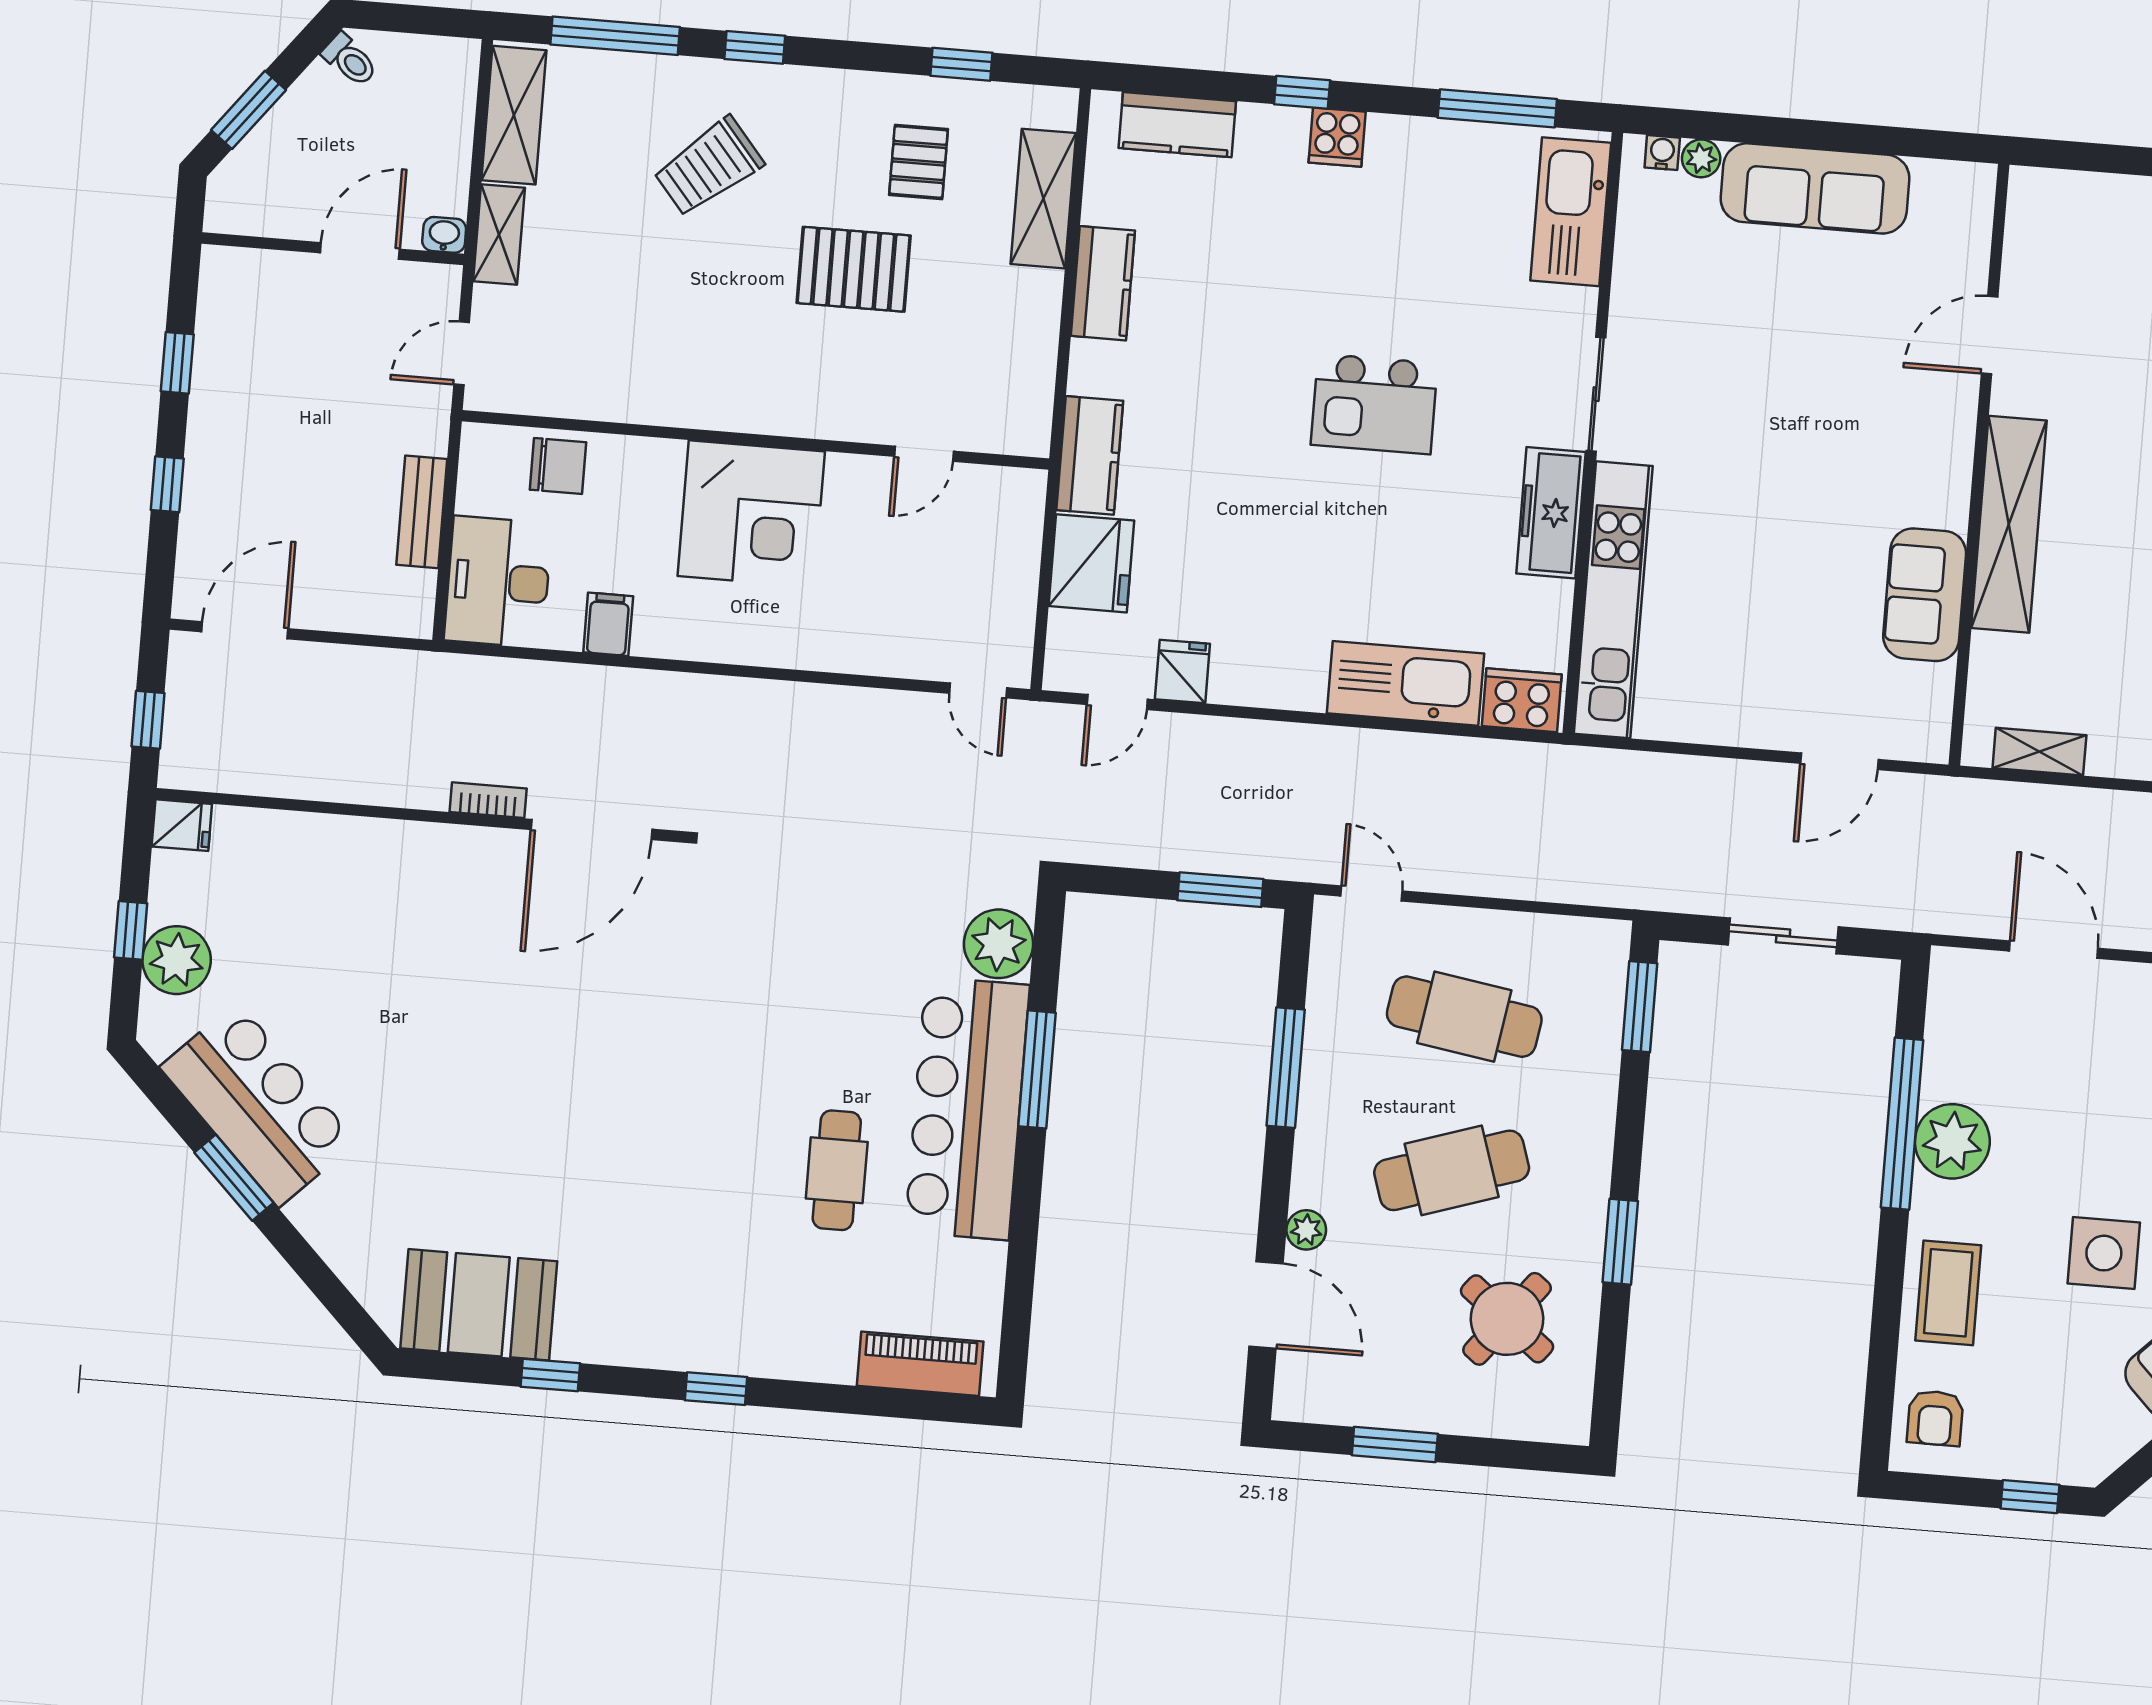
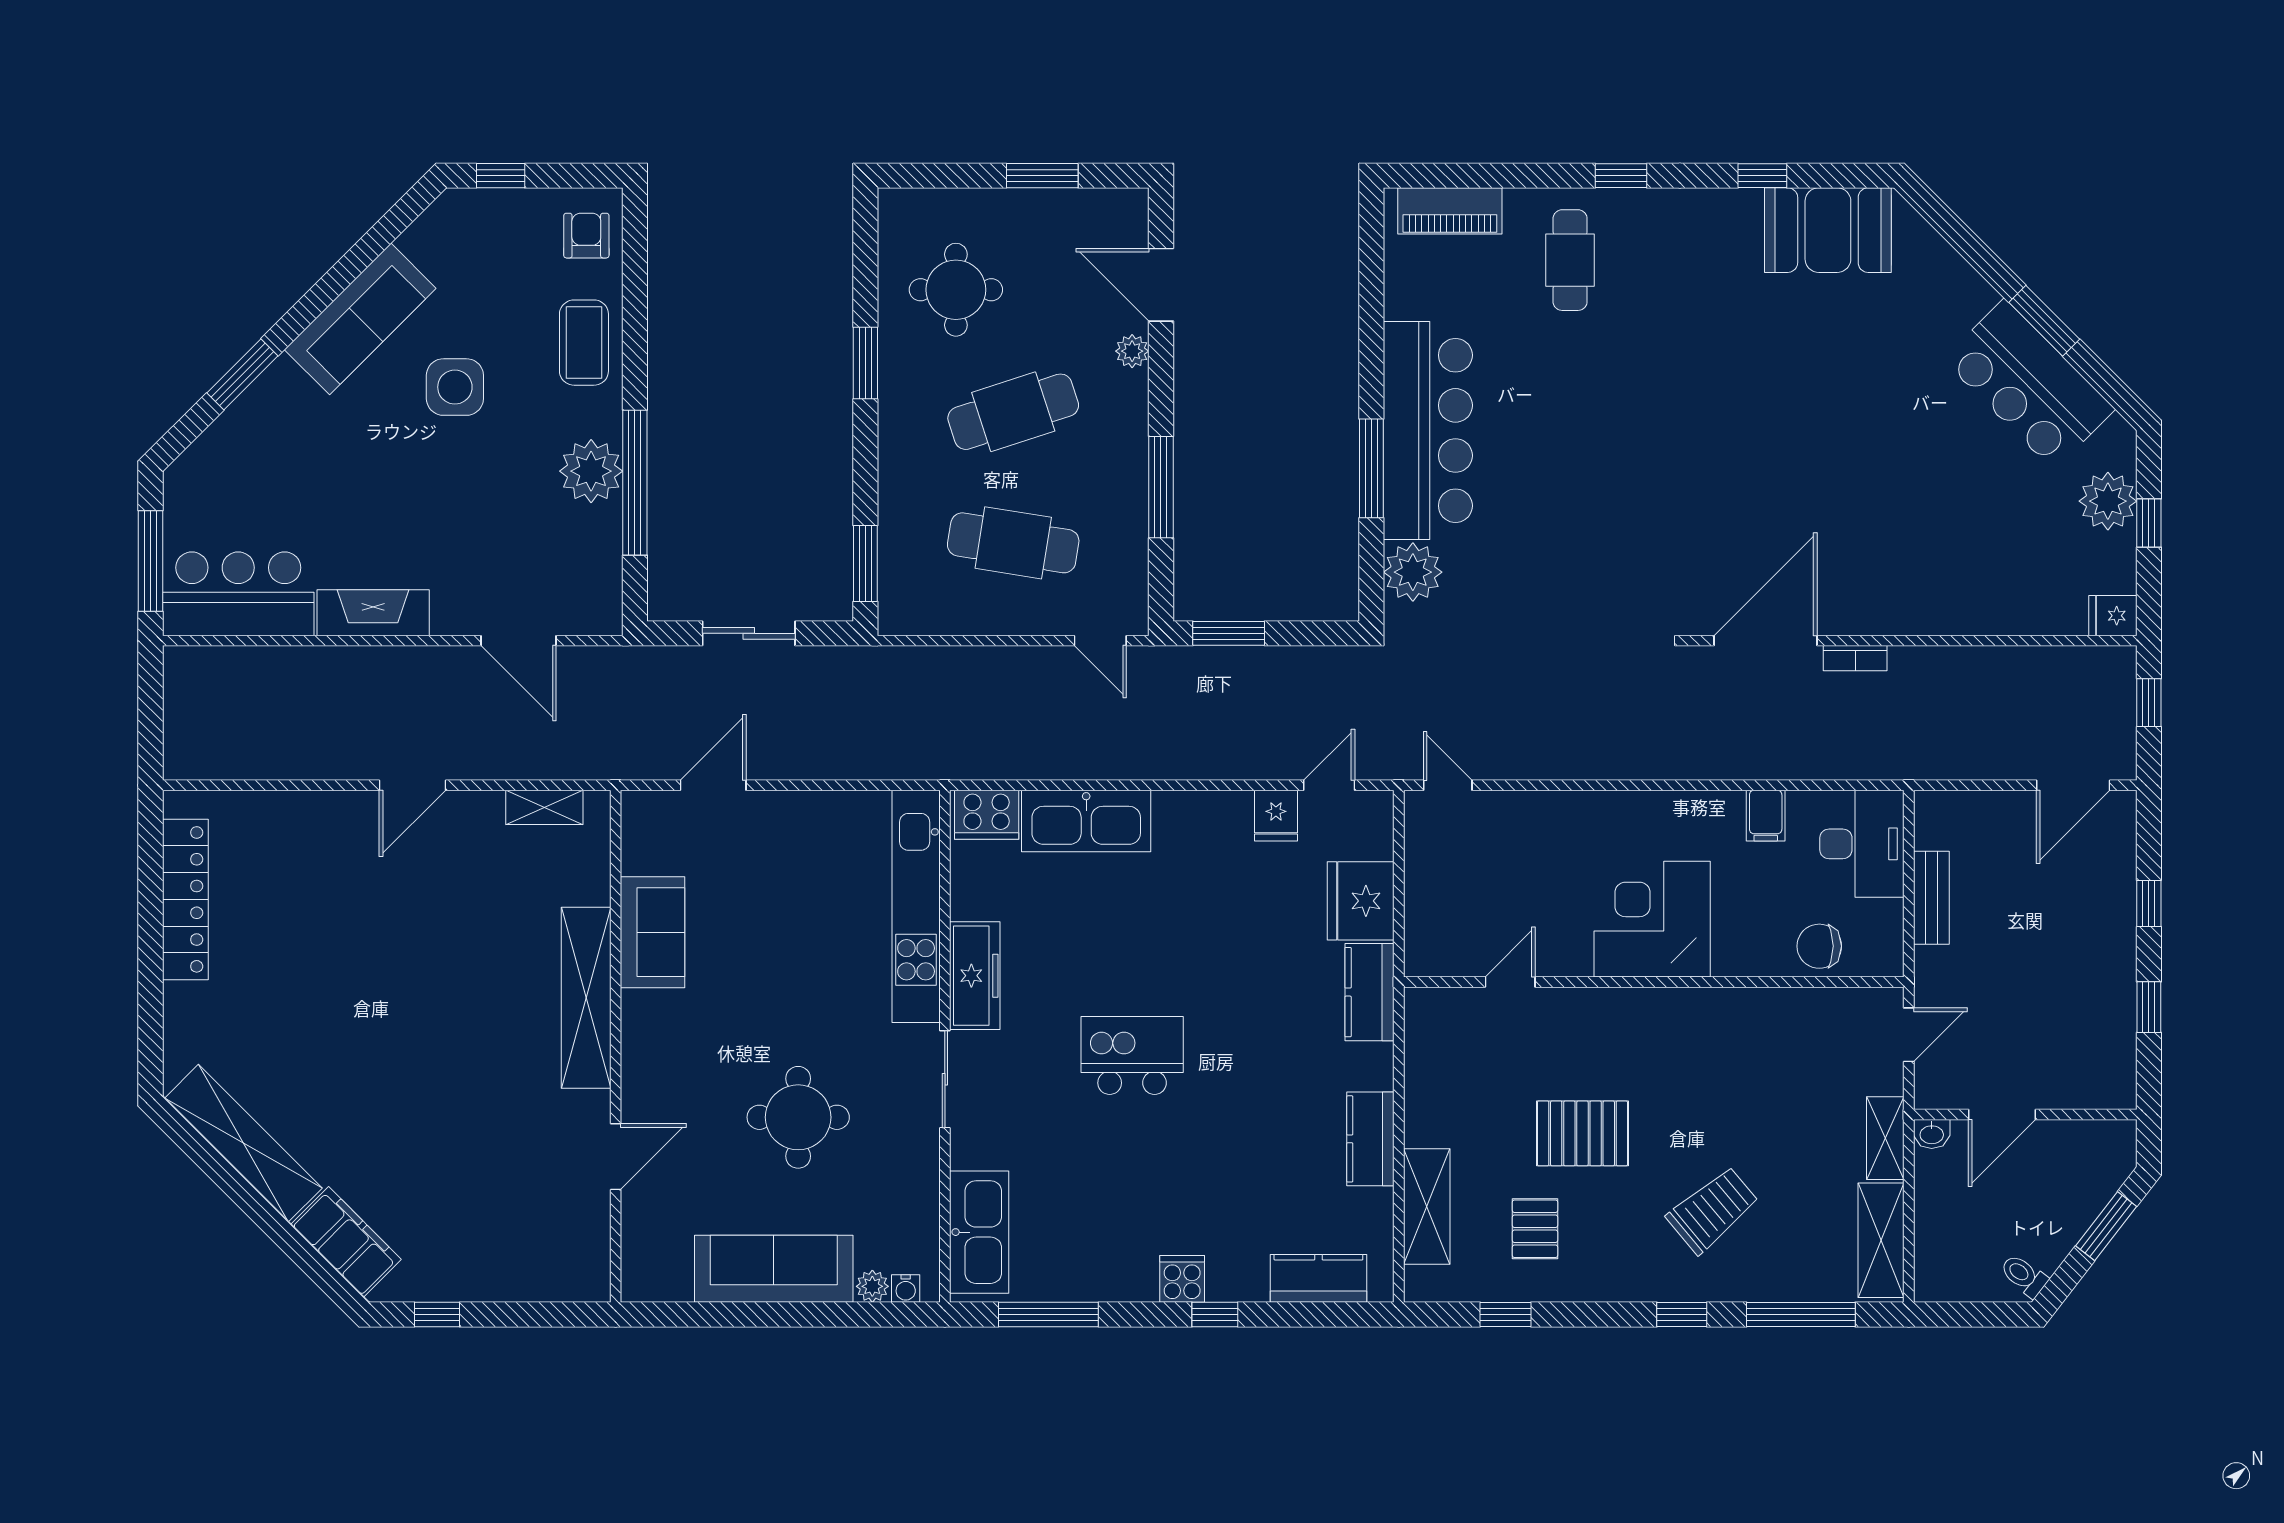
round table: (1772, 364) -> (798, 1117), added
cafe table: (837, 1170) -> (1570, 260), moved
round table: (1507, 1319) -> (956, 290), turned -38

